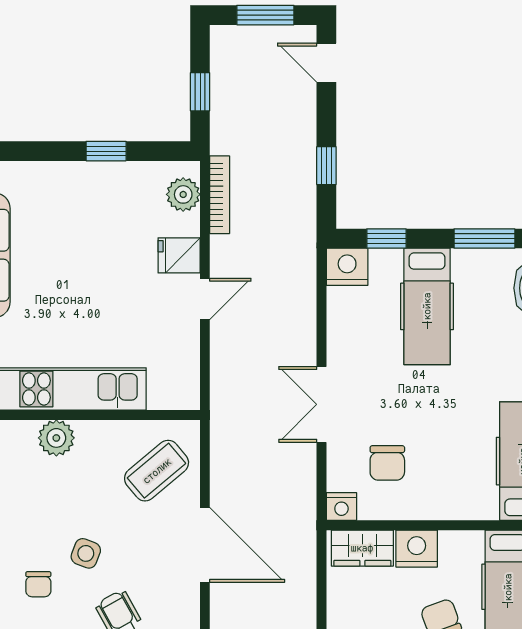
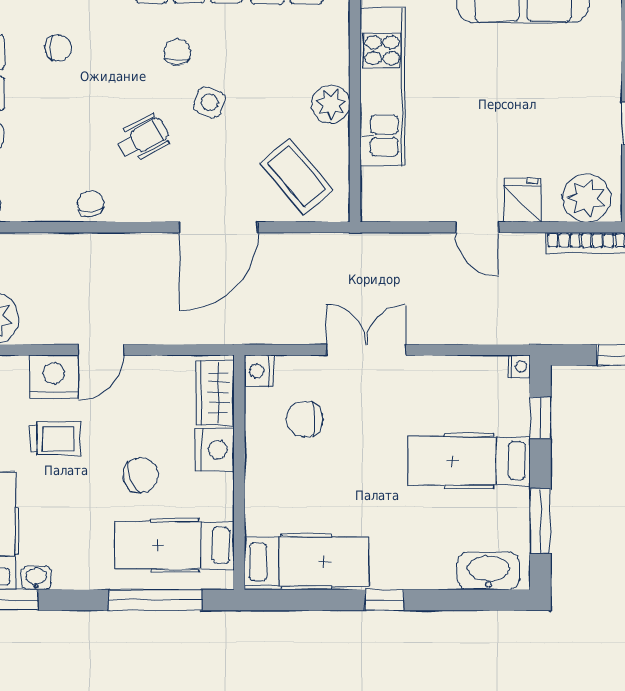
plant: (183, 194) -> (587, 198), width x1.36, depth x1.36
nightstand: (347, 267) -> (519, 366), width x0.53, depth x0.56
plant: (56, 438) -> (331, 104), moved
chair: (38, 584) -> (177, 52), turned 90

